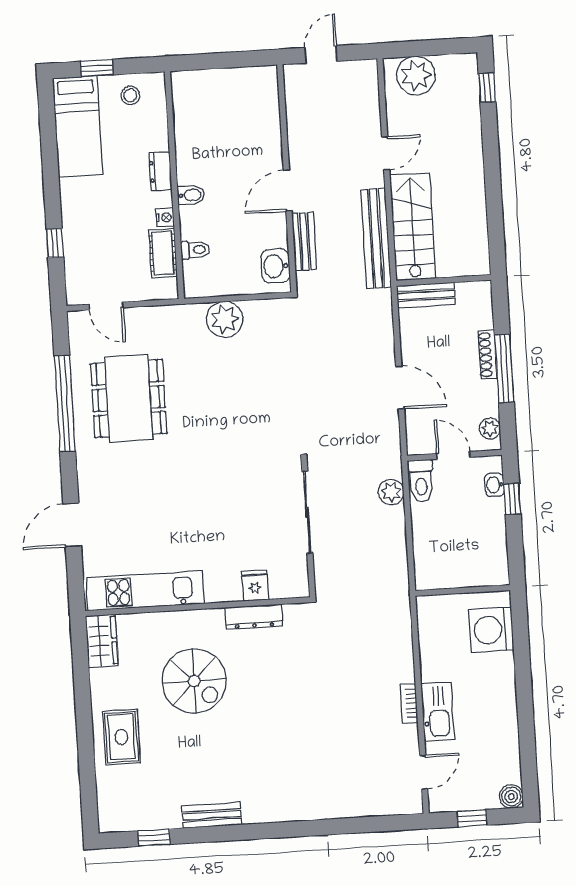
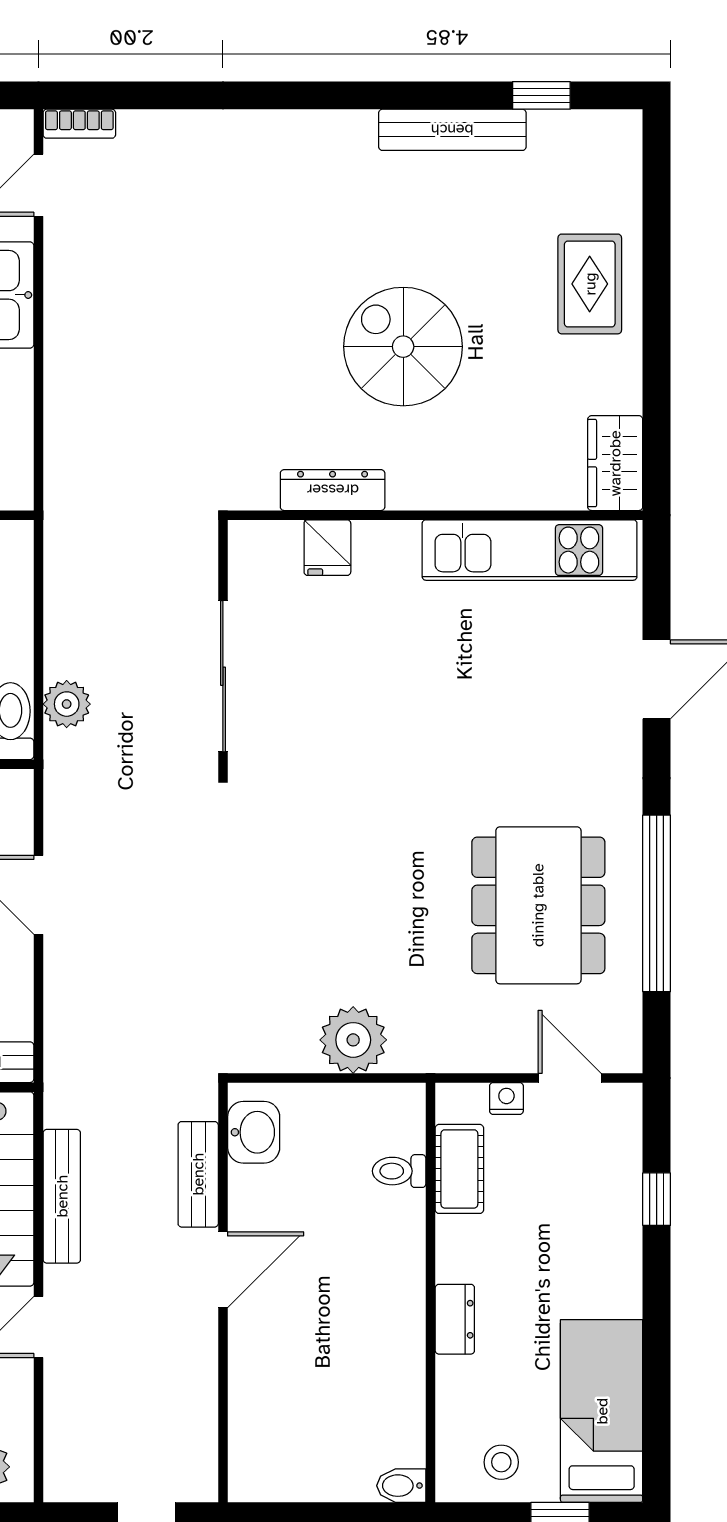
bidet: (191, 195) -> (401, 1486), moved
nightstand: (165, 217) -> (506, 1098), moved, turned 90
bench: (376, 238) -> (62, 1196), width x0.73, depth x0.82
spiral stairs: (194, 681) -> (403, 347), moved
bookcase: (409, 703) -> (79, 124), moved, turned 90
bench: (212, 815) -> (452, 130), width x1.36

